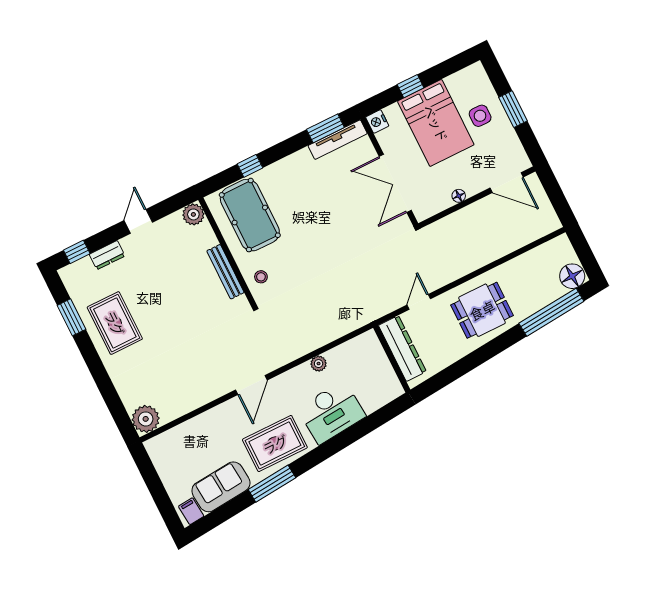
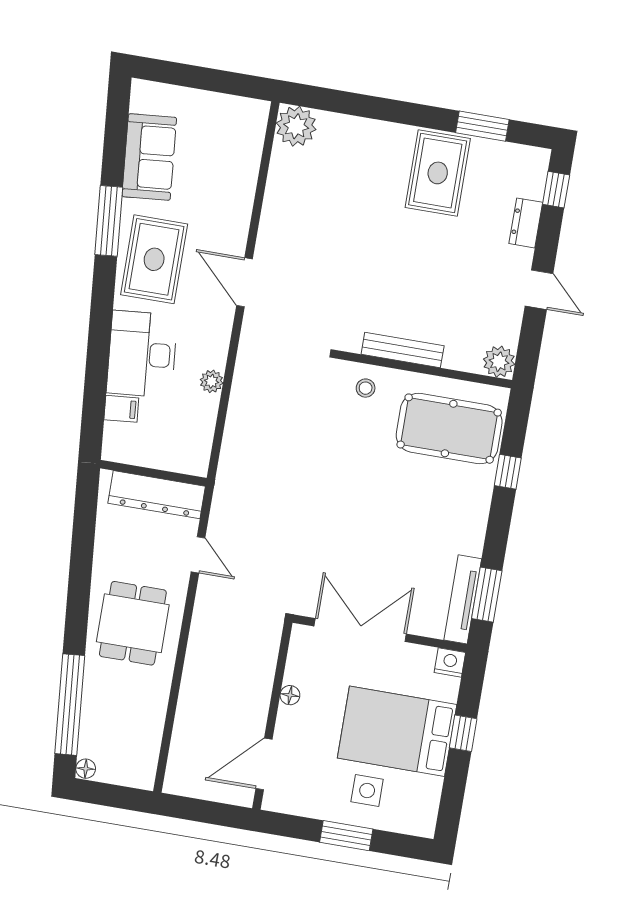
floor lamp: (572, 276) -> (86, 769), width x0.53, depth x0.53
rug: (115, 323) -> (438, 173), turned 90
filing cabinet: (191, 511) -> (121, 409), moved

